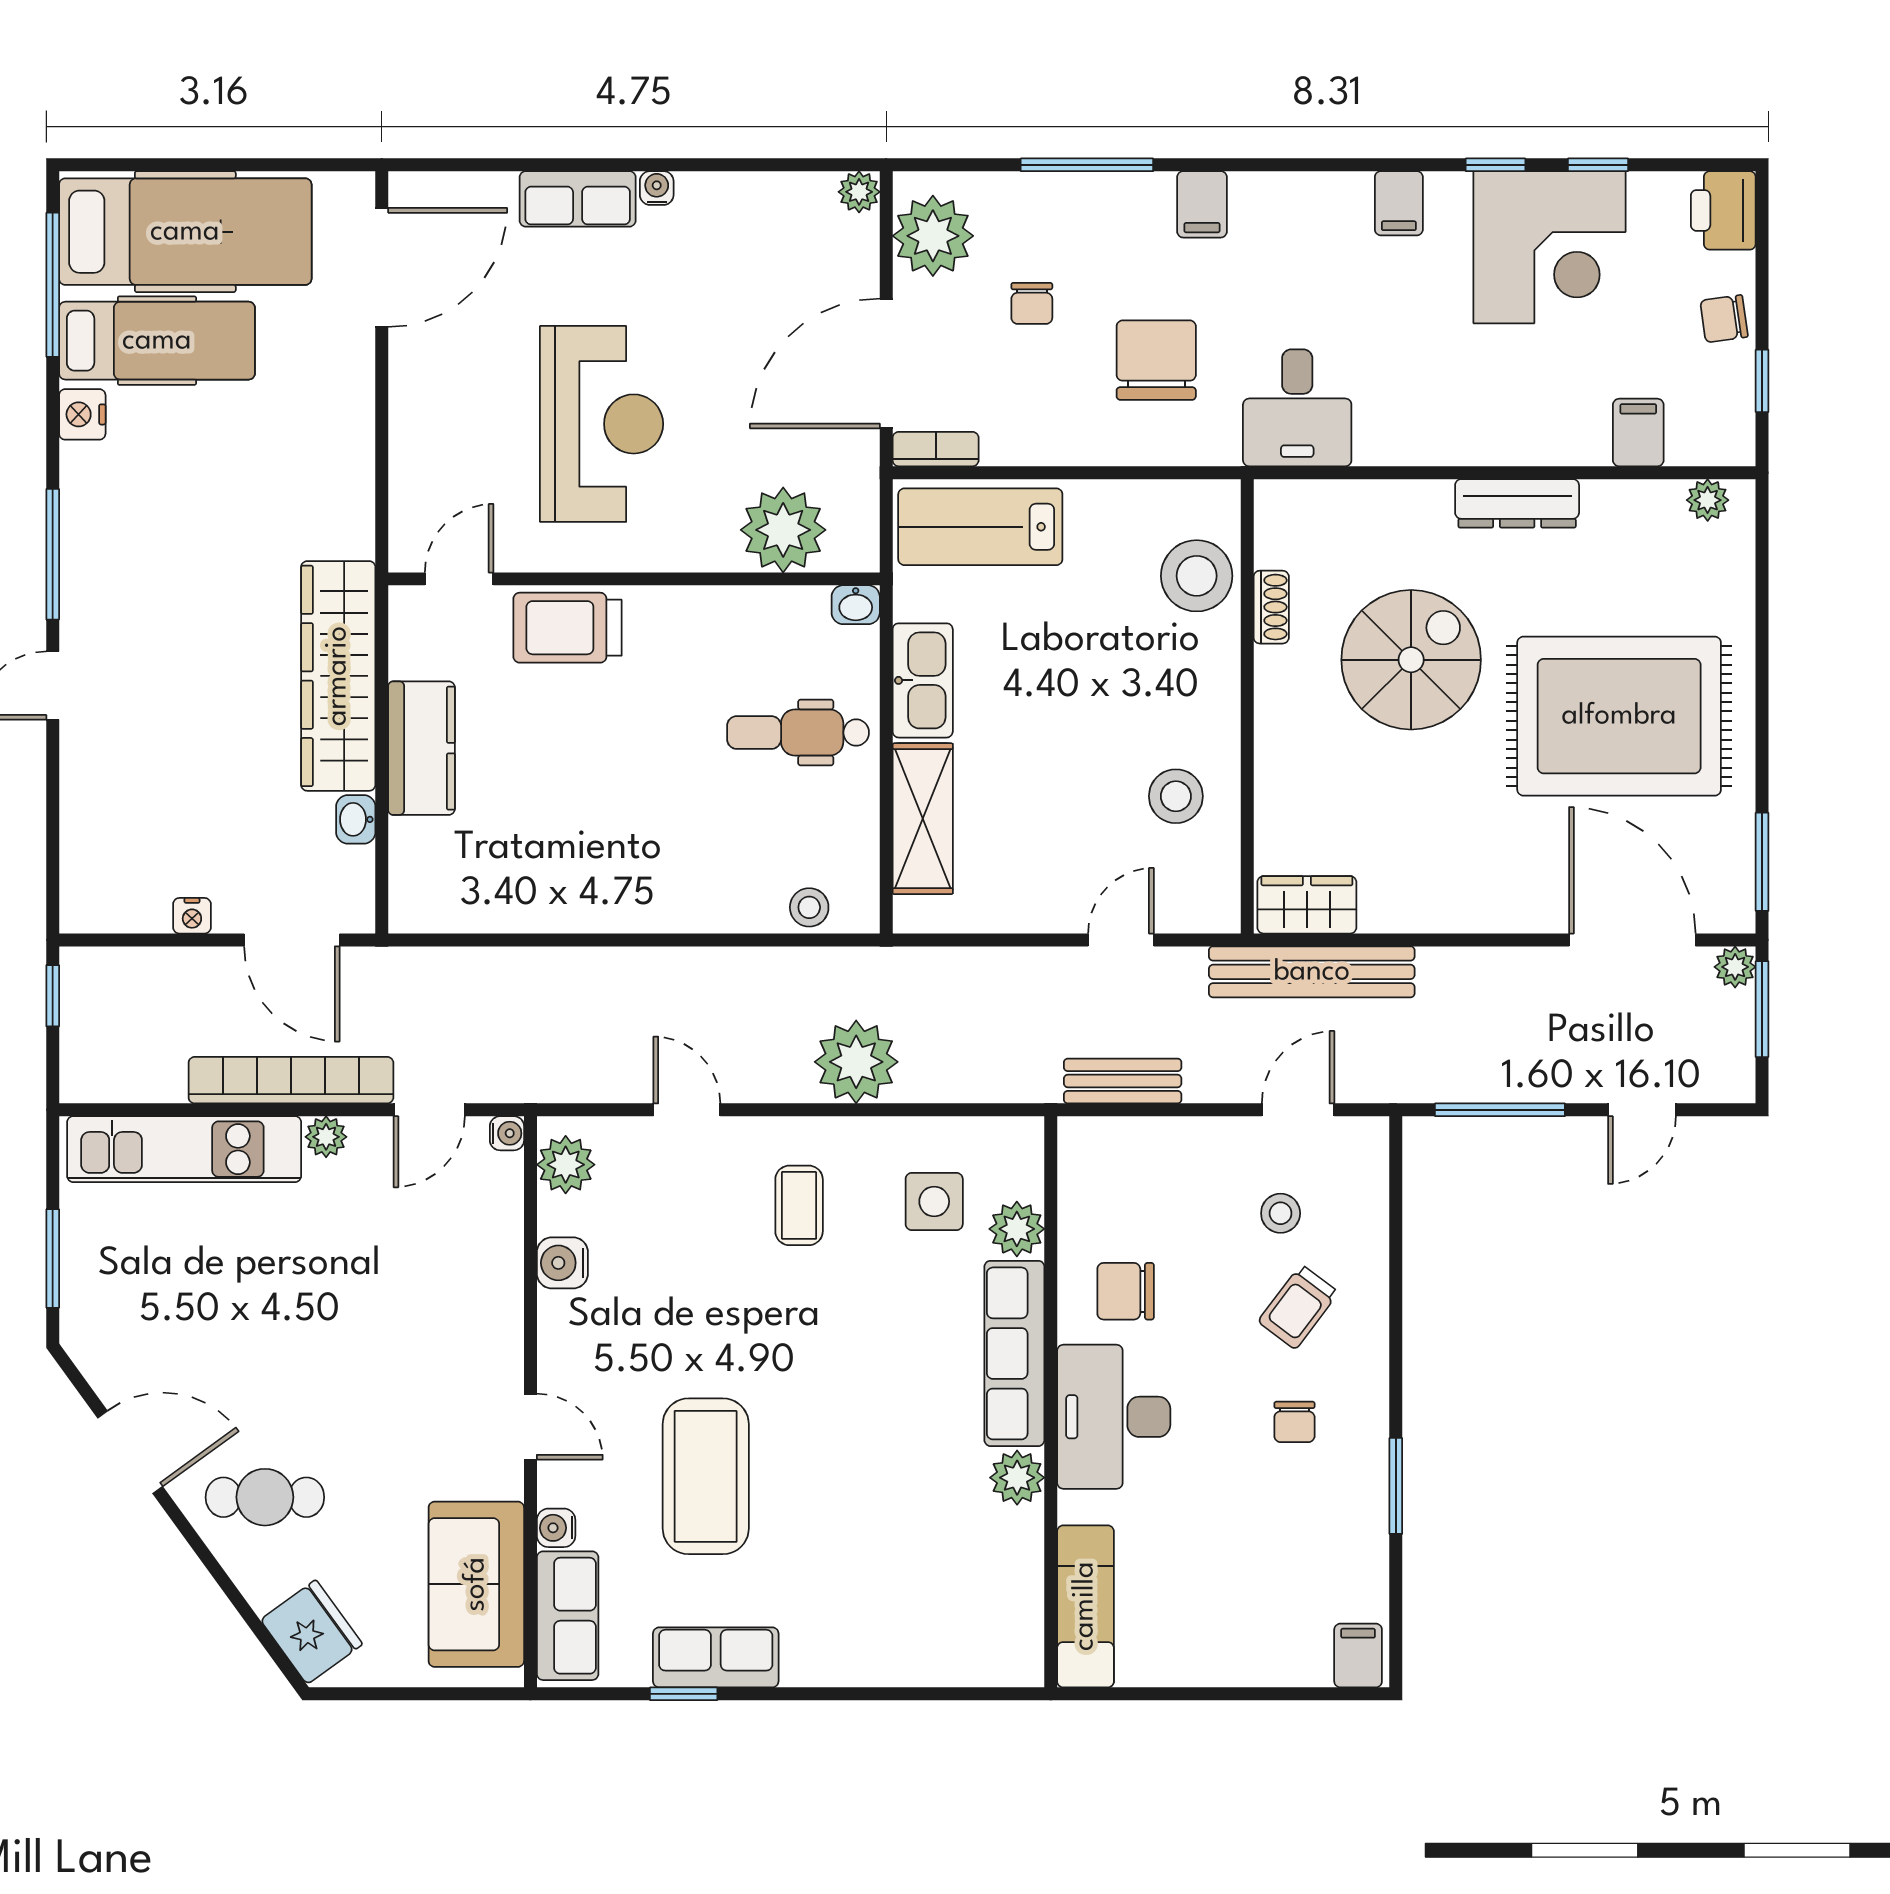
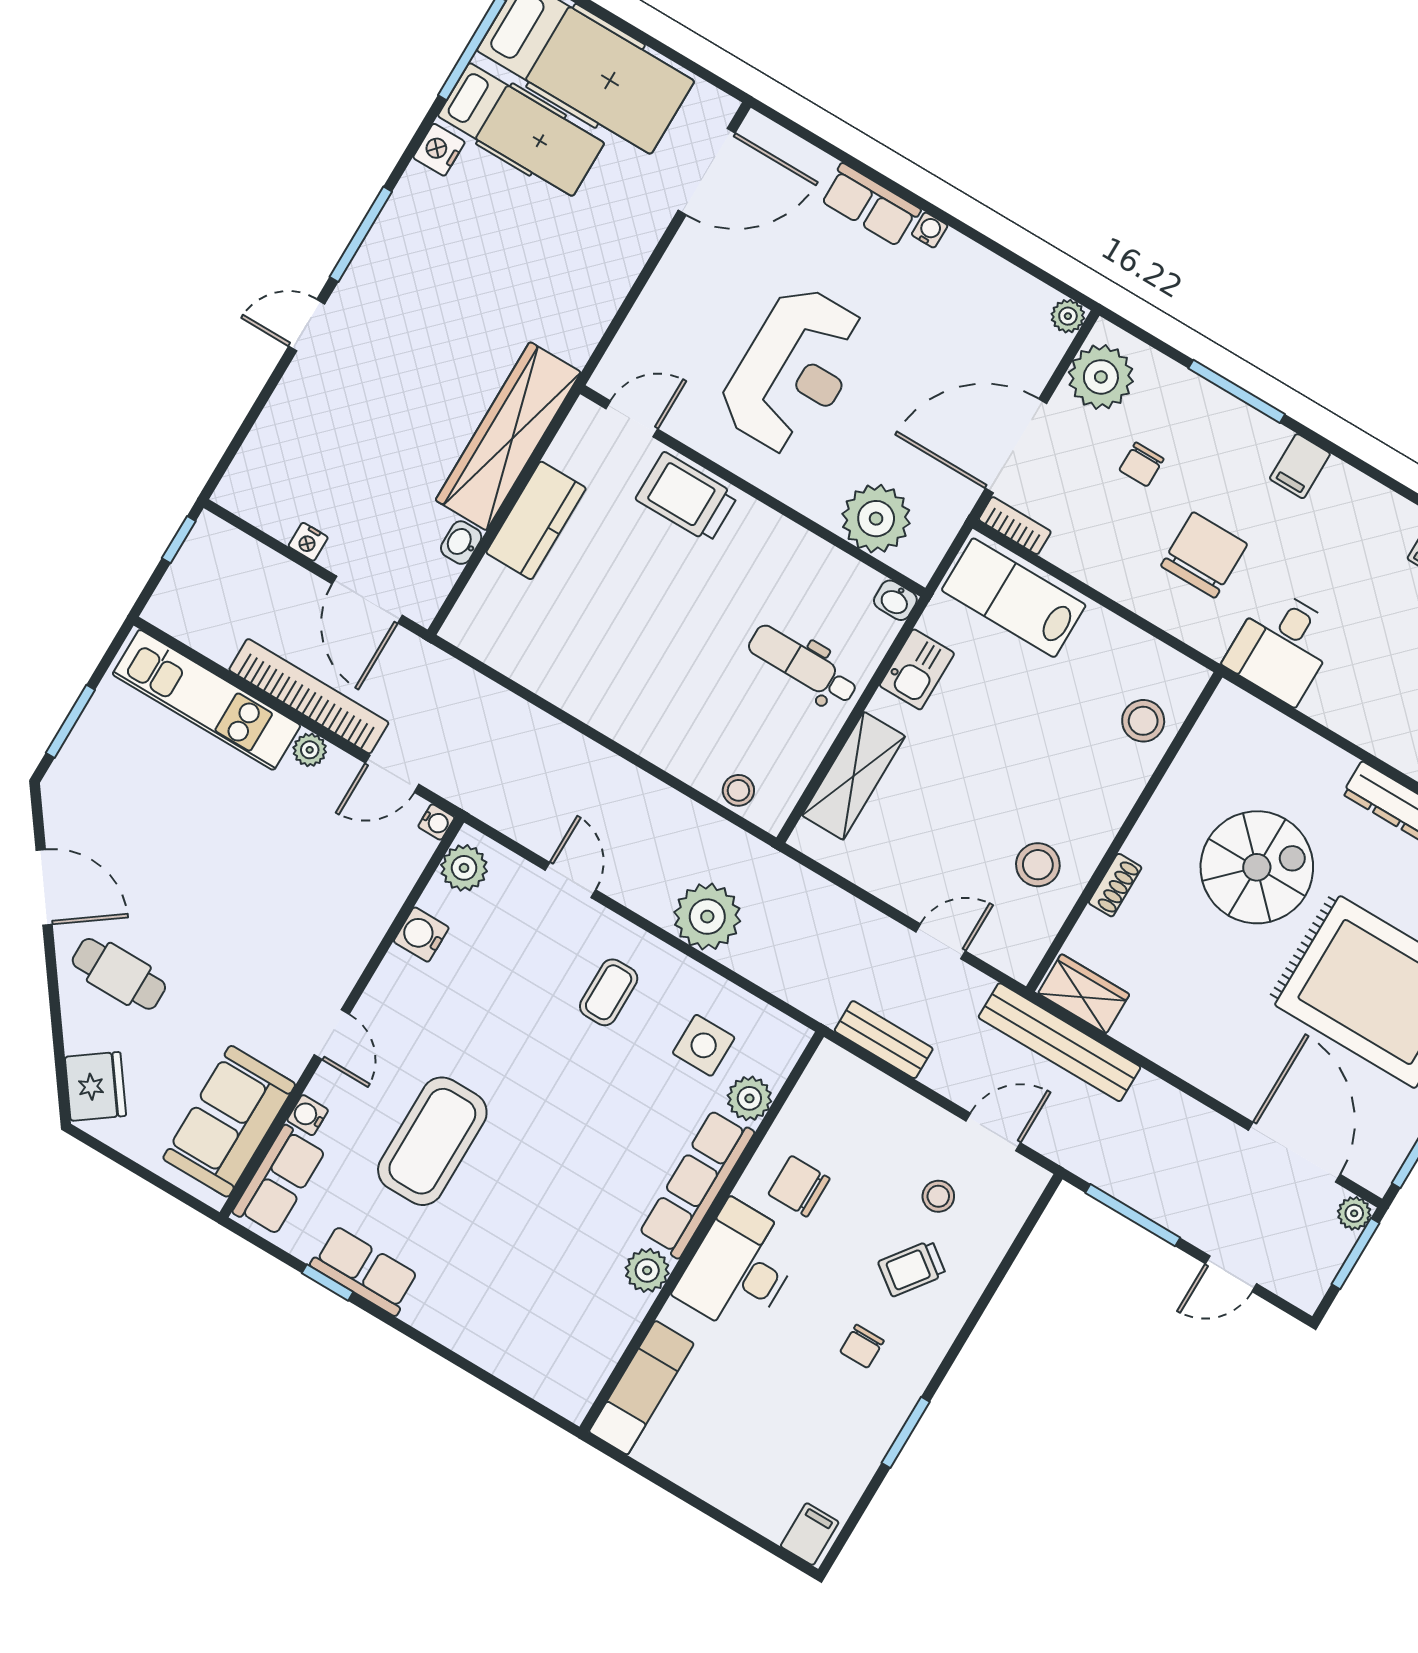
stool: (1197, 576) -> (1143, 721), width x0.73, depth x0.73
shoe rack: (1271, 607) -> (1115, 885), moved
kitchen sink: (923, 680) -> (917, 669), width x0.73

